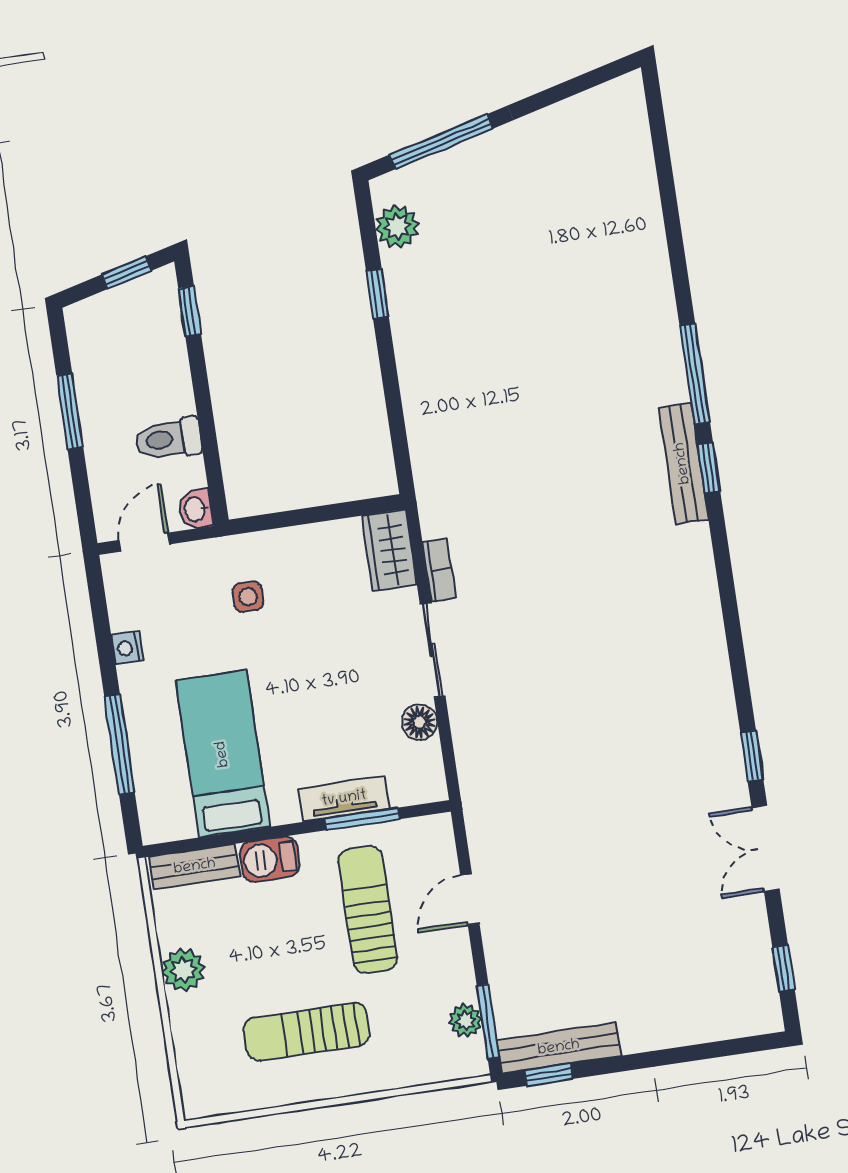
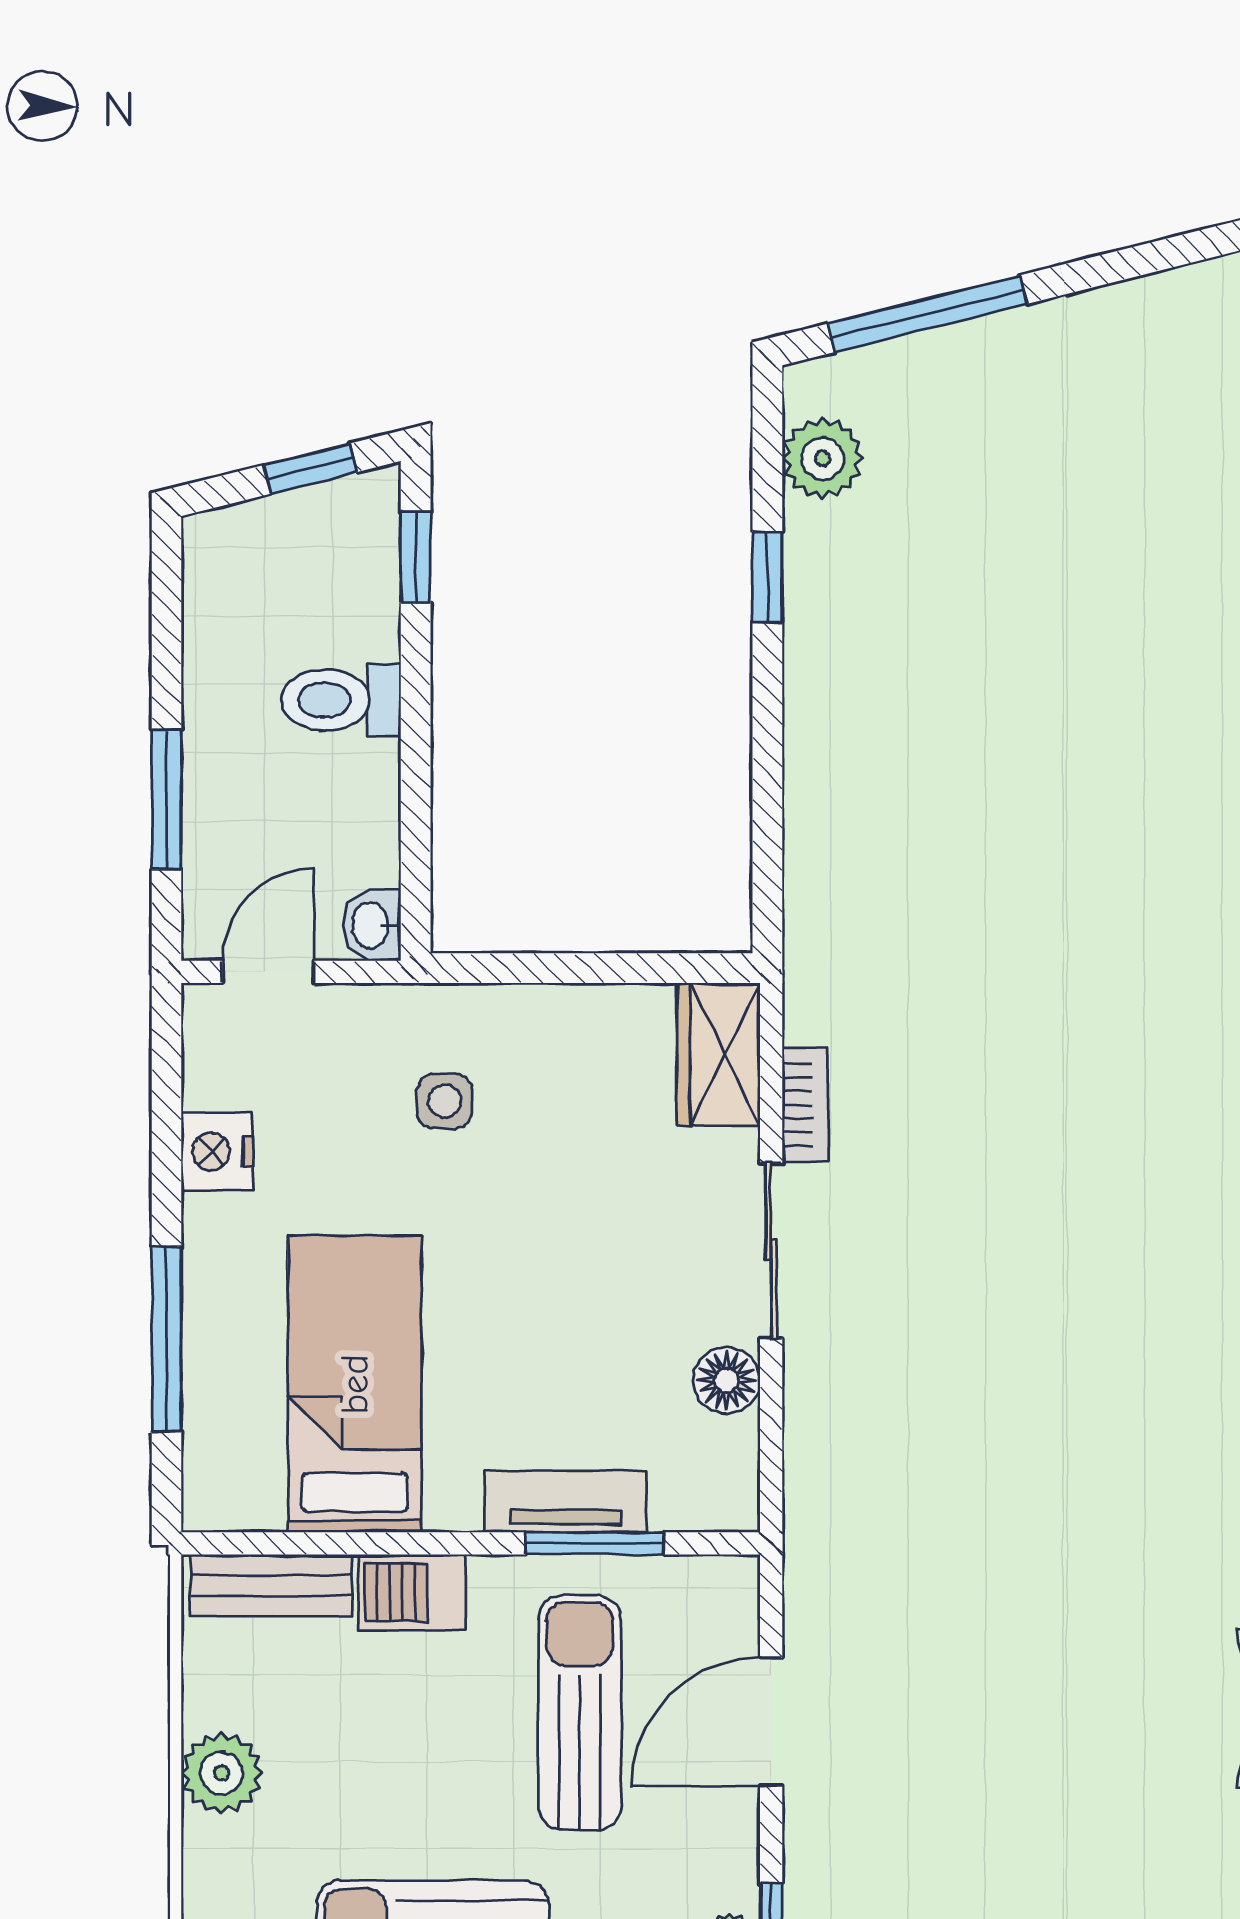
window: (70, 411) -> (166, 800), moved
toilet: (168, 439) -> (341, 700), moved
nightstand: (127, 648) -> (217, 1152), width x1.39, depth x1.35
door: (470, 899) -> (771, 1722), width x1.38

